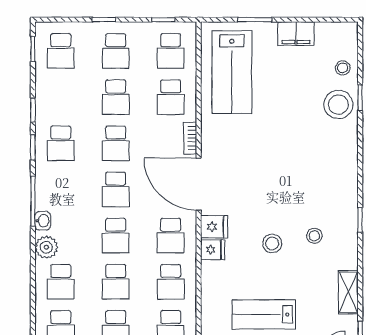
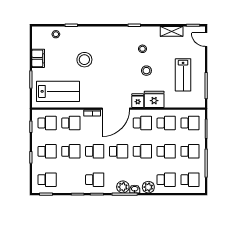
stool: (338, 105) -> (84, 60), moved
plant: (47, 198) -> (123, 187), added
fridge: (213, 250) -> (154, 99), width x1.88, depth x1.34

